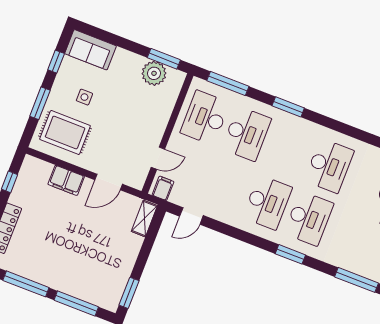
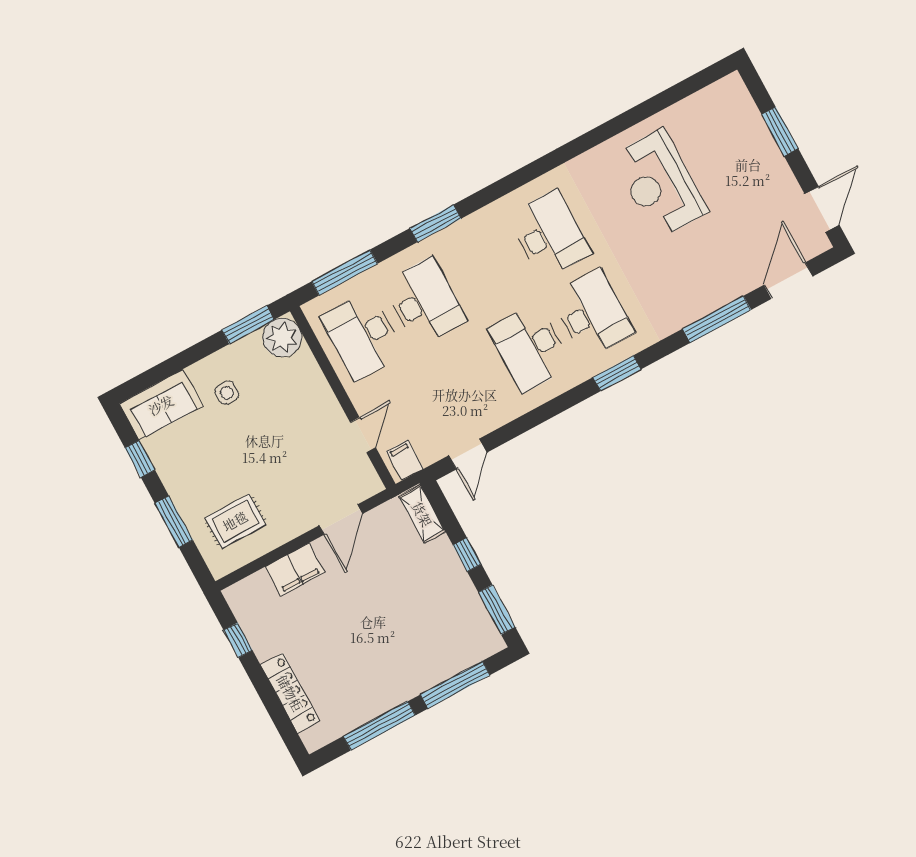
plant: (154, 73) -> (282, 337), moved
side table: (84, 97) -> (227, 393), moved
rug: (65, 132) -> (235, 521), width x0.73, depth x0.70
desk: (267, 202) -> (530, 348), turned 180
window: (143, 256) -> (467, 555), added

